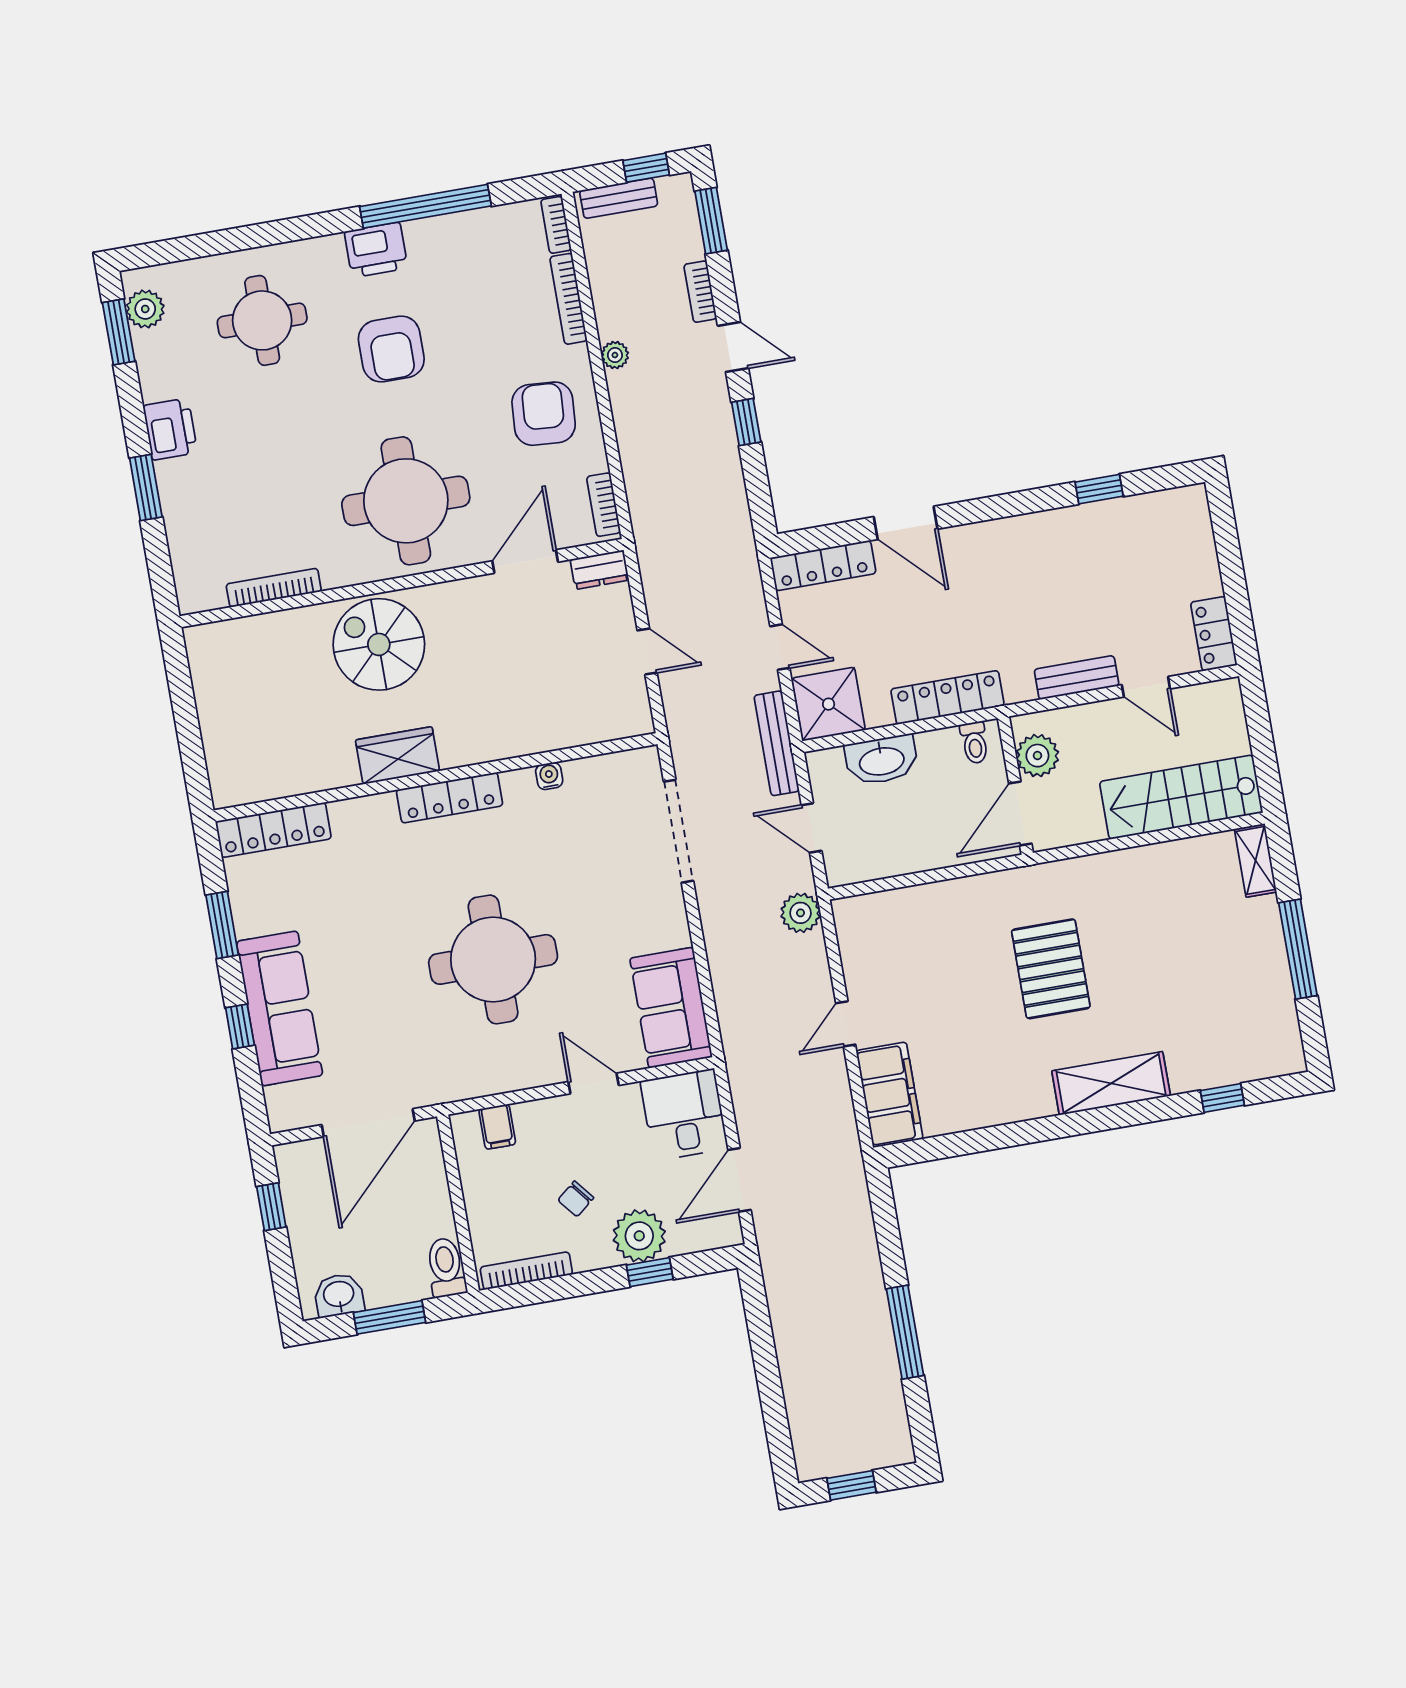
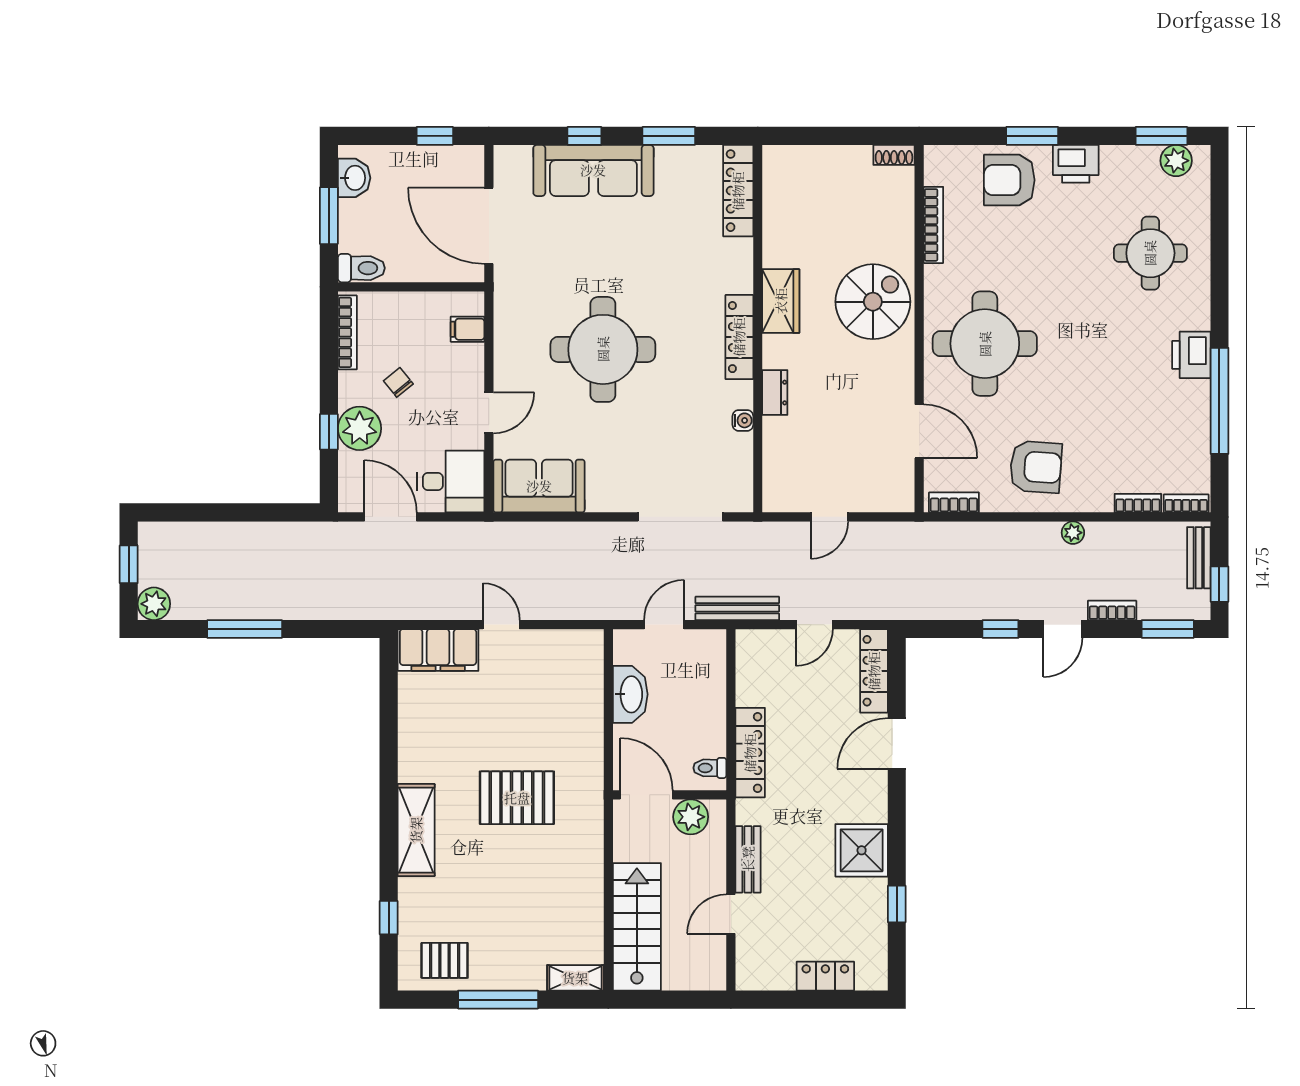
bookcase: (568, 299) -> (1138, 503), width x0.64
armchair: (391, 349) -> (1009, 180), moved
dresser: (600, 570) -> (775, 393), moved, turned 180
locker: (1214, 634) -> (825, 976), moved
shoe rack: (198, 650) -> (894, 155), added
shower: (829, 704) -> (862, 850), moved
washbasin: (882, 760) -> (630, 694), moved, turned 180
plant: (801, 913) -> (154, 604), moved
pallet: (1262, 1022) -> (445, 960), added

